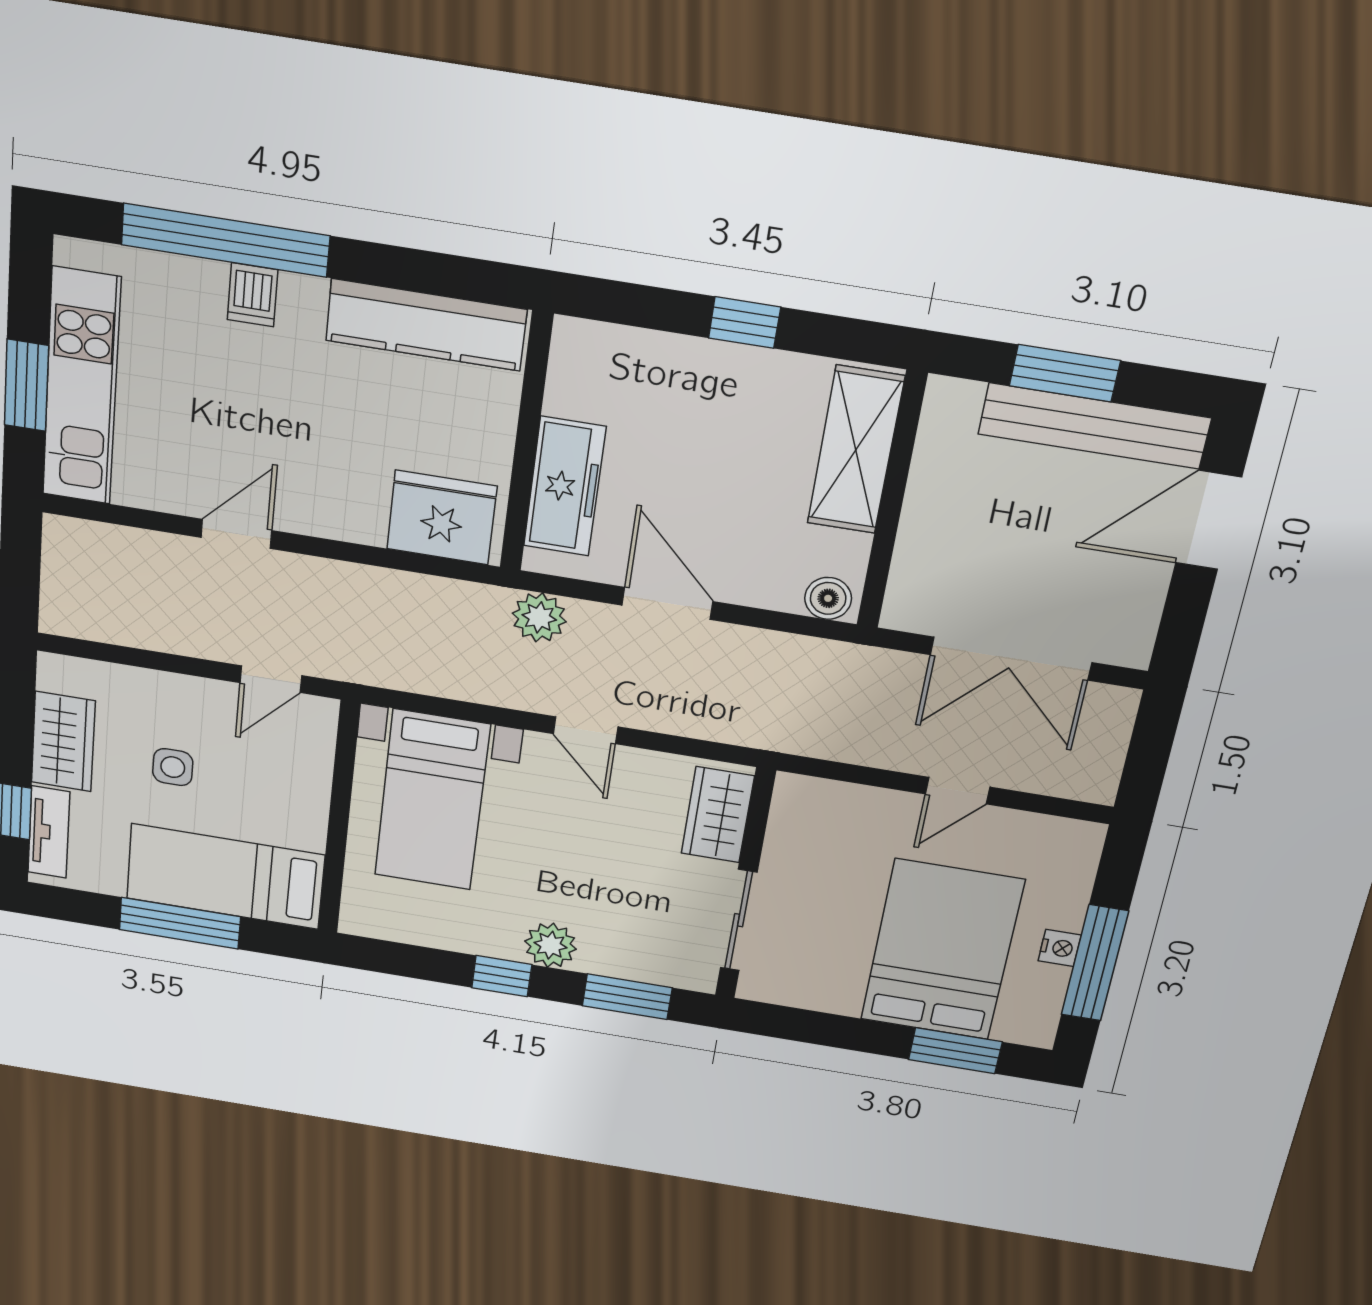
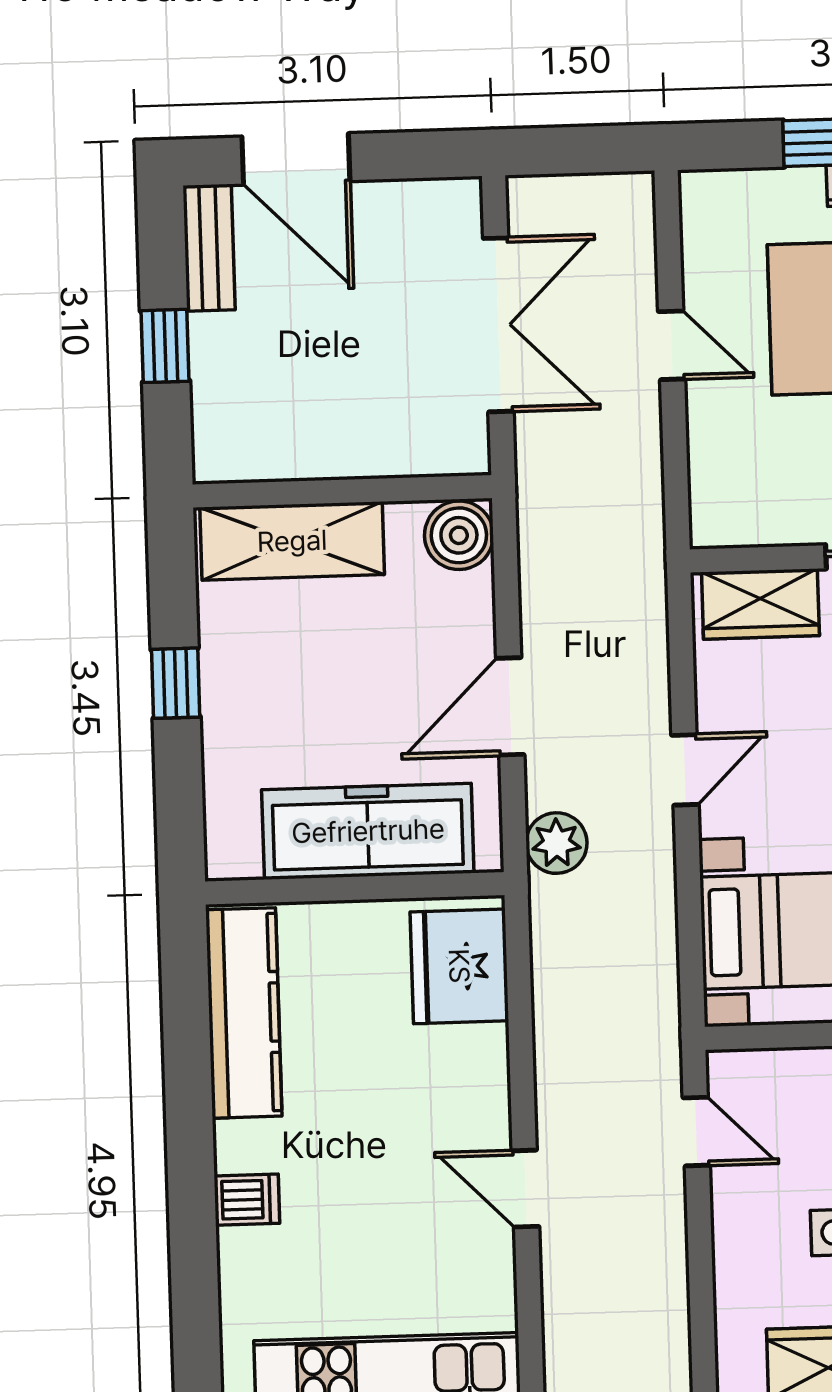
window: (225, 240) -> (193, 1234), removed
window: (1065, 373) -> (165, 346), width x0.67
bench: (1094, 426) -> (209, 248), width x0.54, depth x0.82
freezer: (565, 486) -> (368, 831), width x1.36, depth x1.26
boiler: (828, 598) -> (459, 535), width x1.36, depth x1.36

